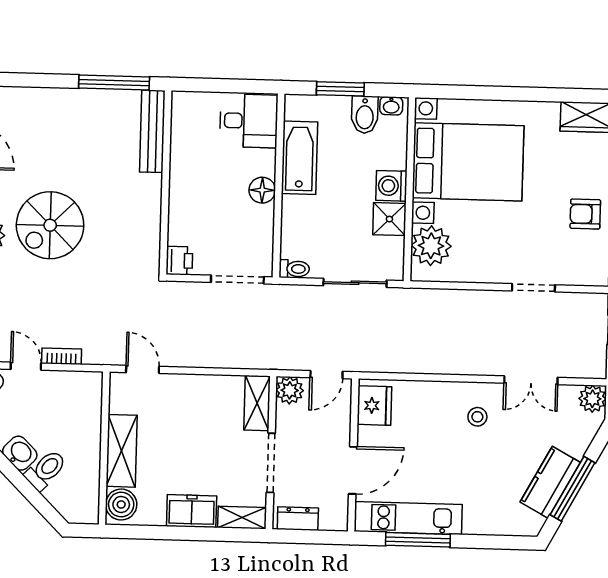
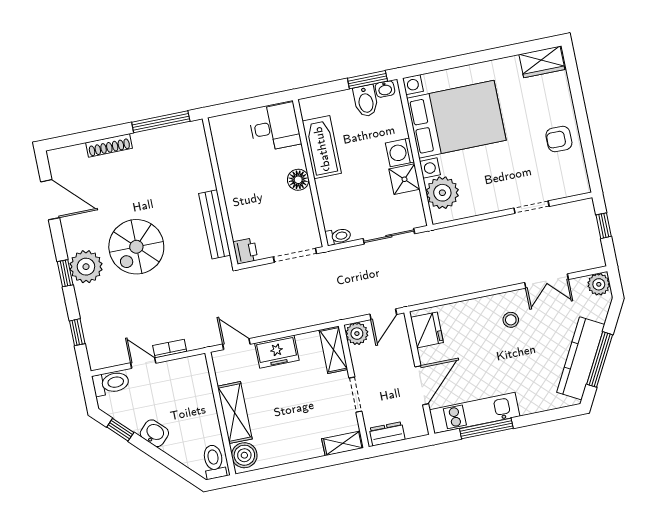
window: (340, 89) -> (367, 80), moved
shoe rack: (45, 96) -> (109, 145), added
bench: (152, 131) -> (215, 224), moved
doorway: (271, 463) -> (355, 395), width x0.73
toilet: (46, 470) -> (214, 462), moved, turned -45
kitchen counter: (550, 482) -> (581, 358), width x1.50
freezer: (192, 511) -> (277, 352), moved, turned 180

